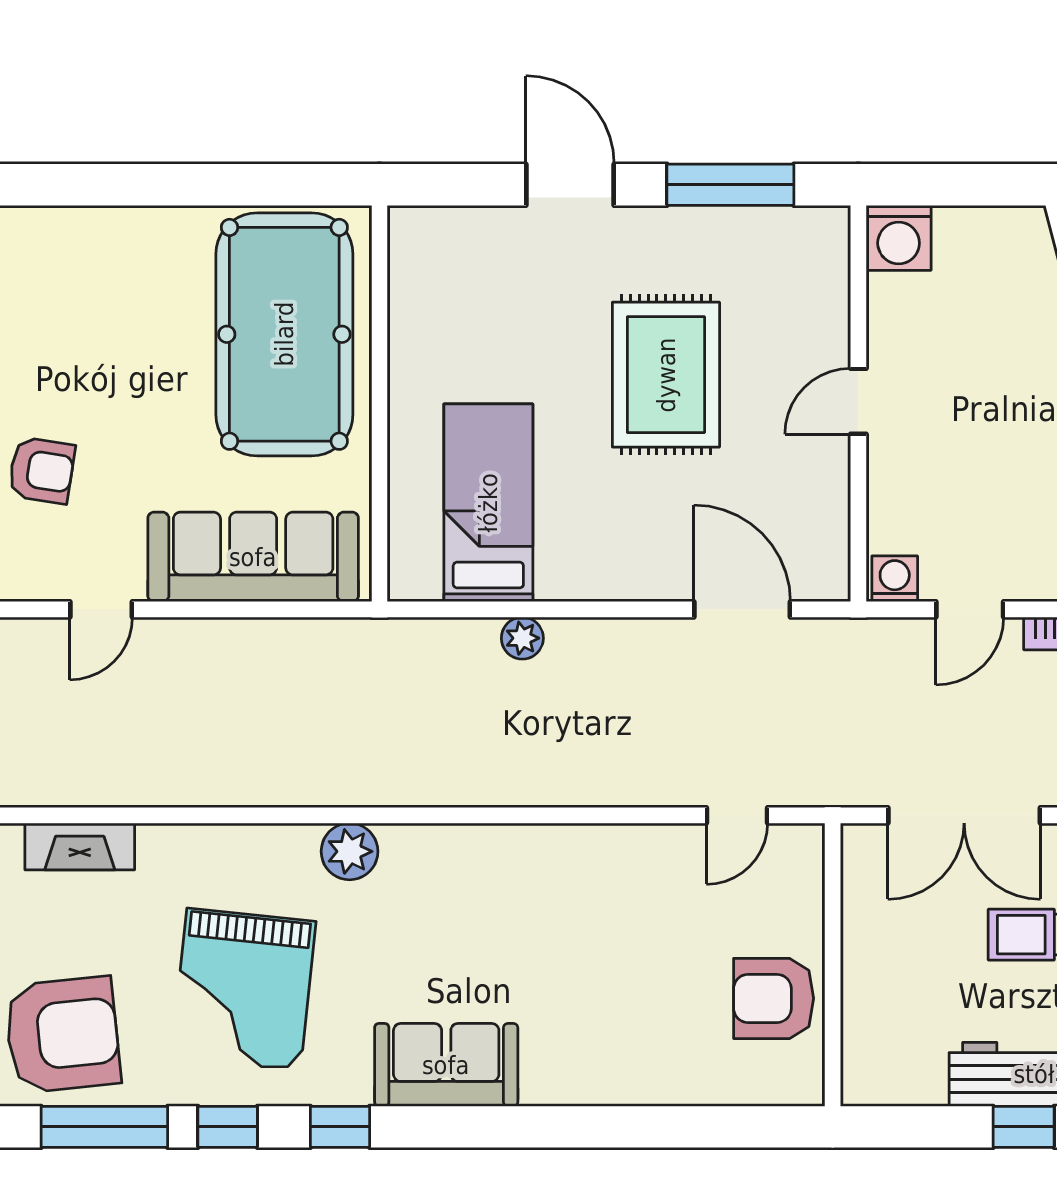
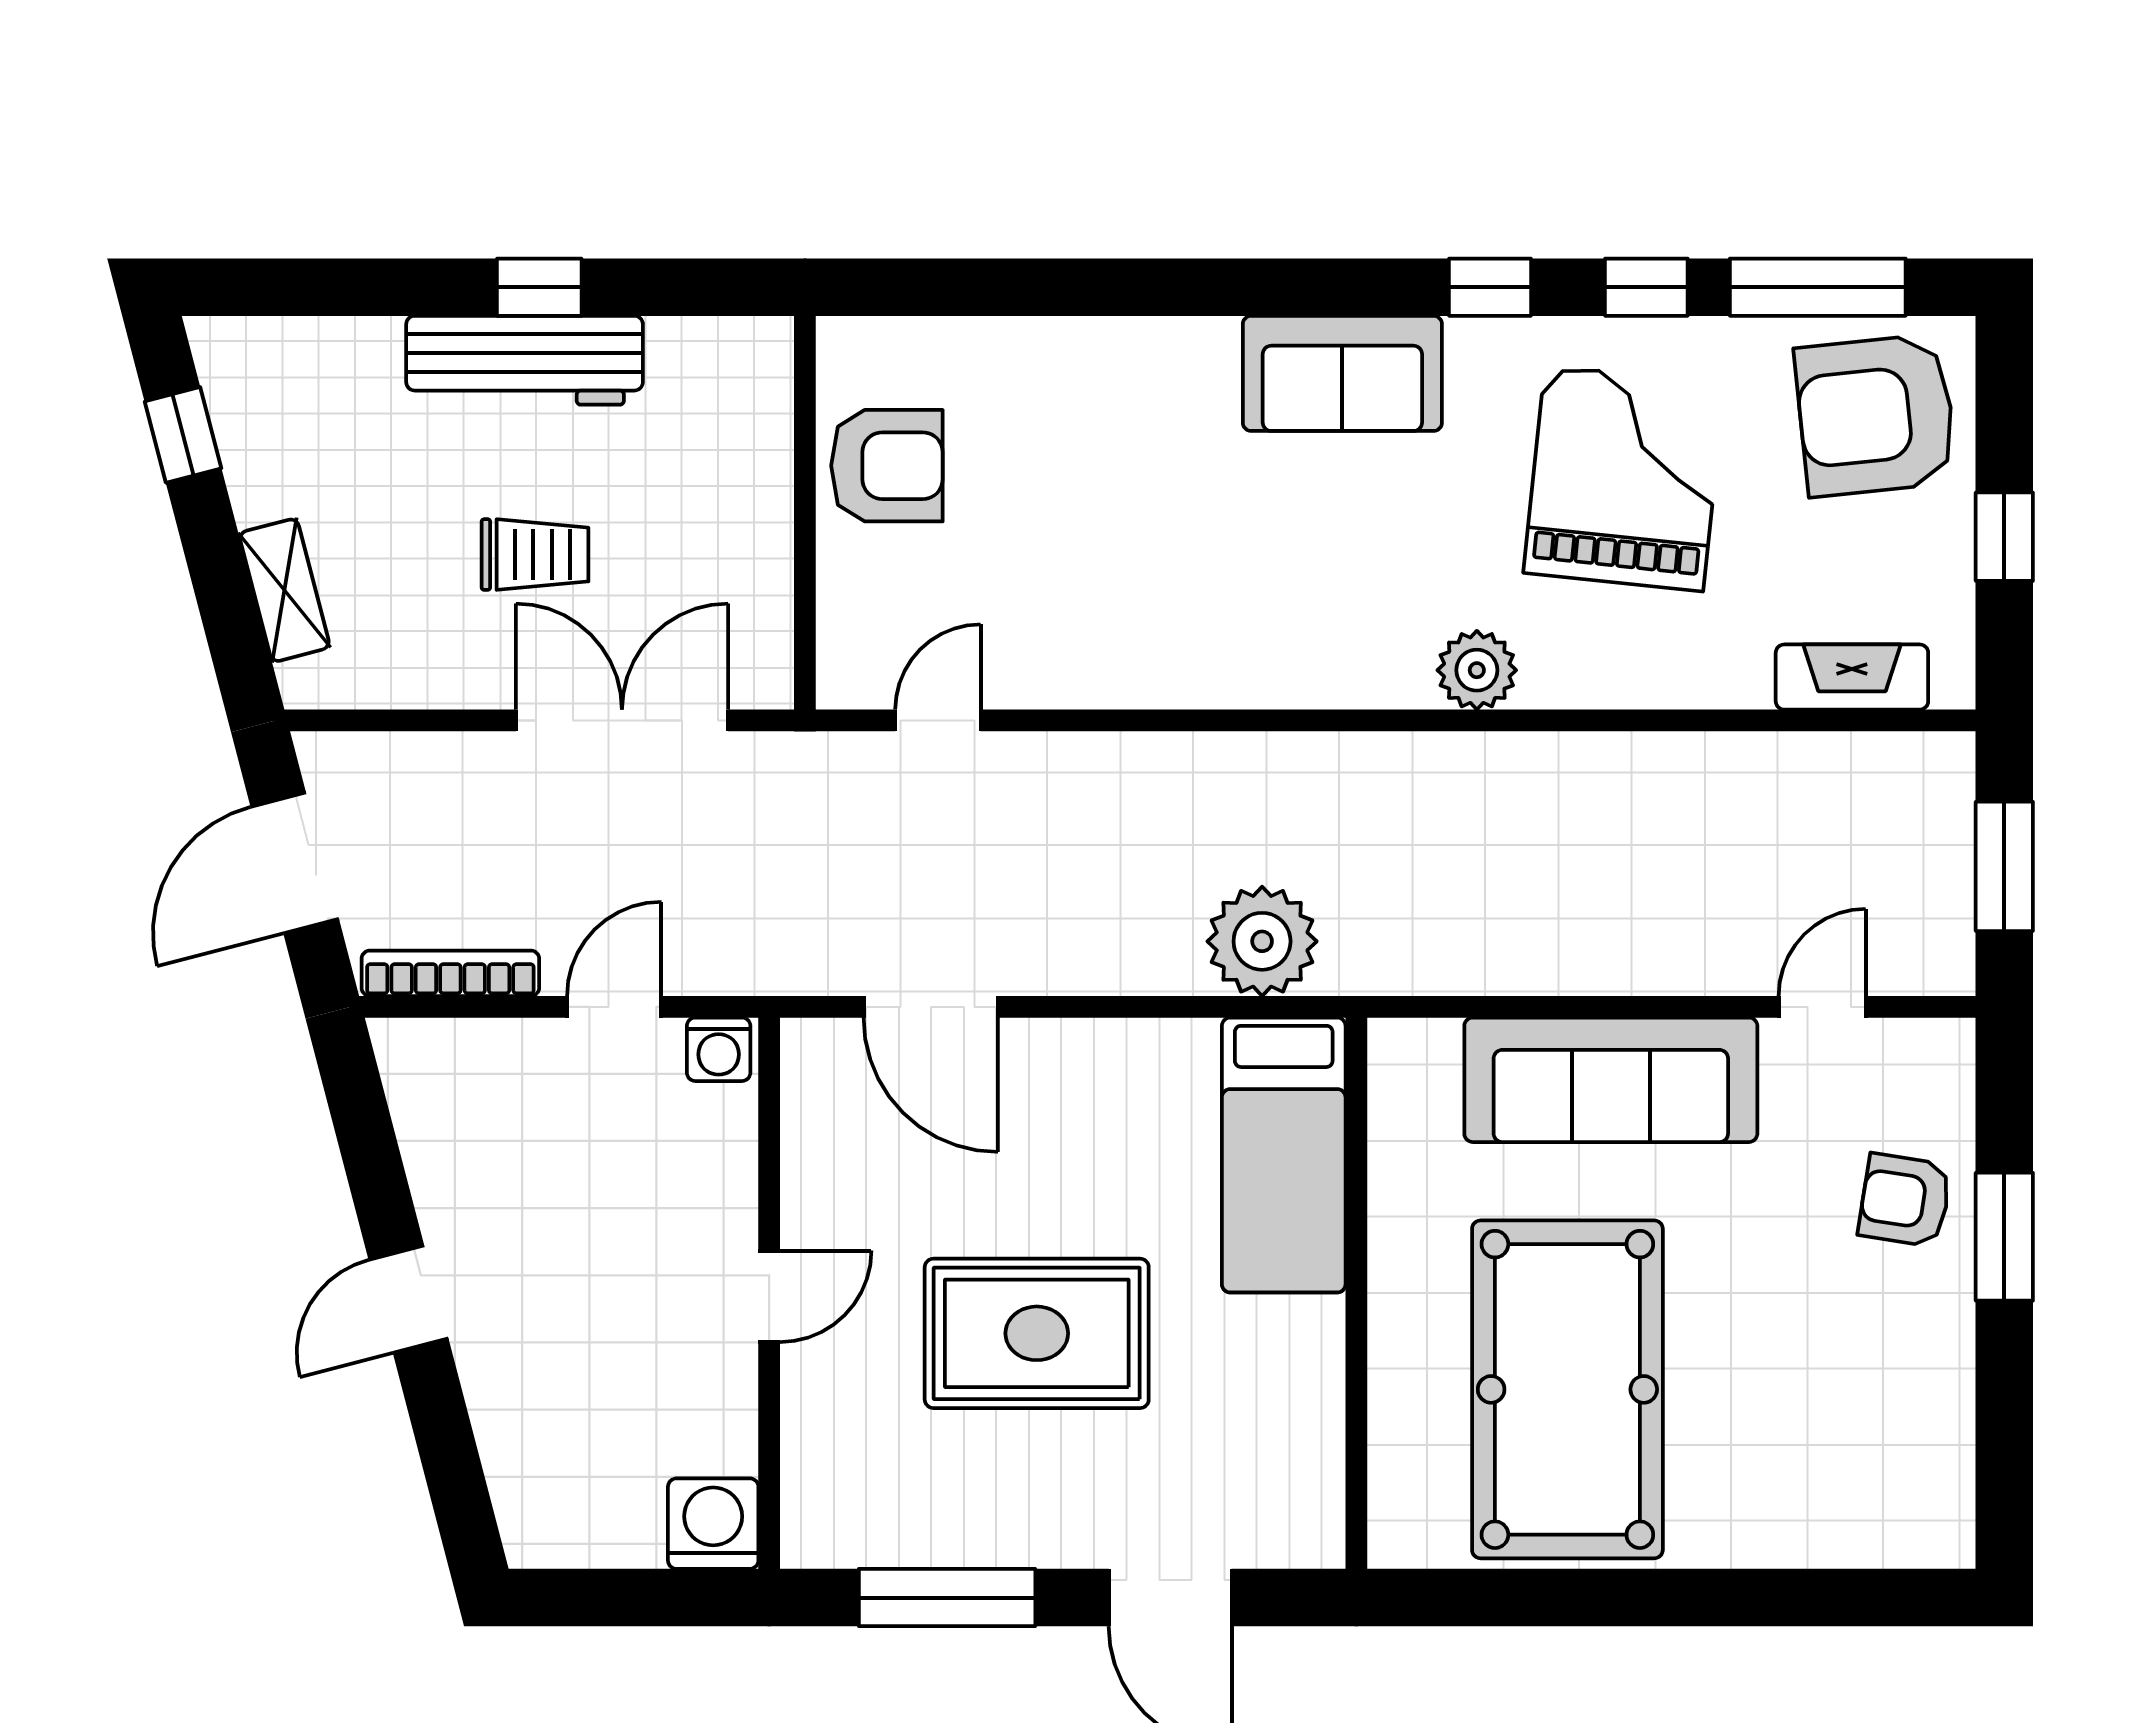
rug: (666, 375) -> (1037, 1333), turned 90
wall: (379, 403) -> (1356, 1293), moved
plant: (522, 638) -> (1262, 941), width x1.88, depth x1.88

